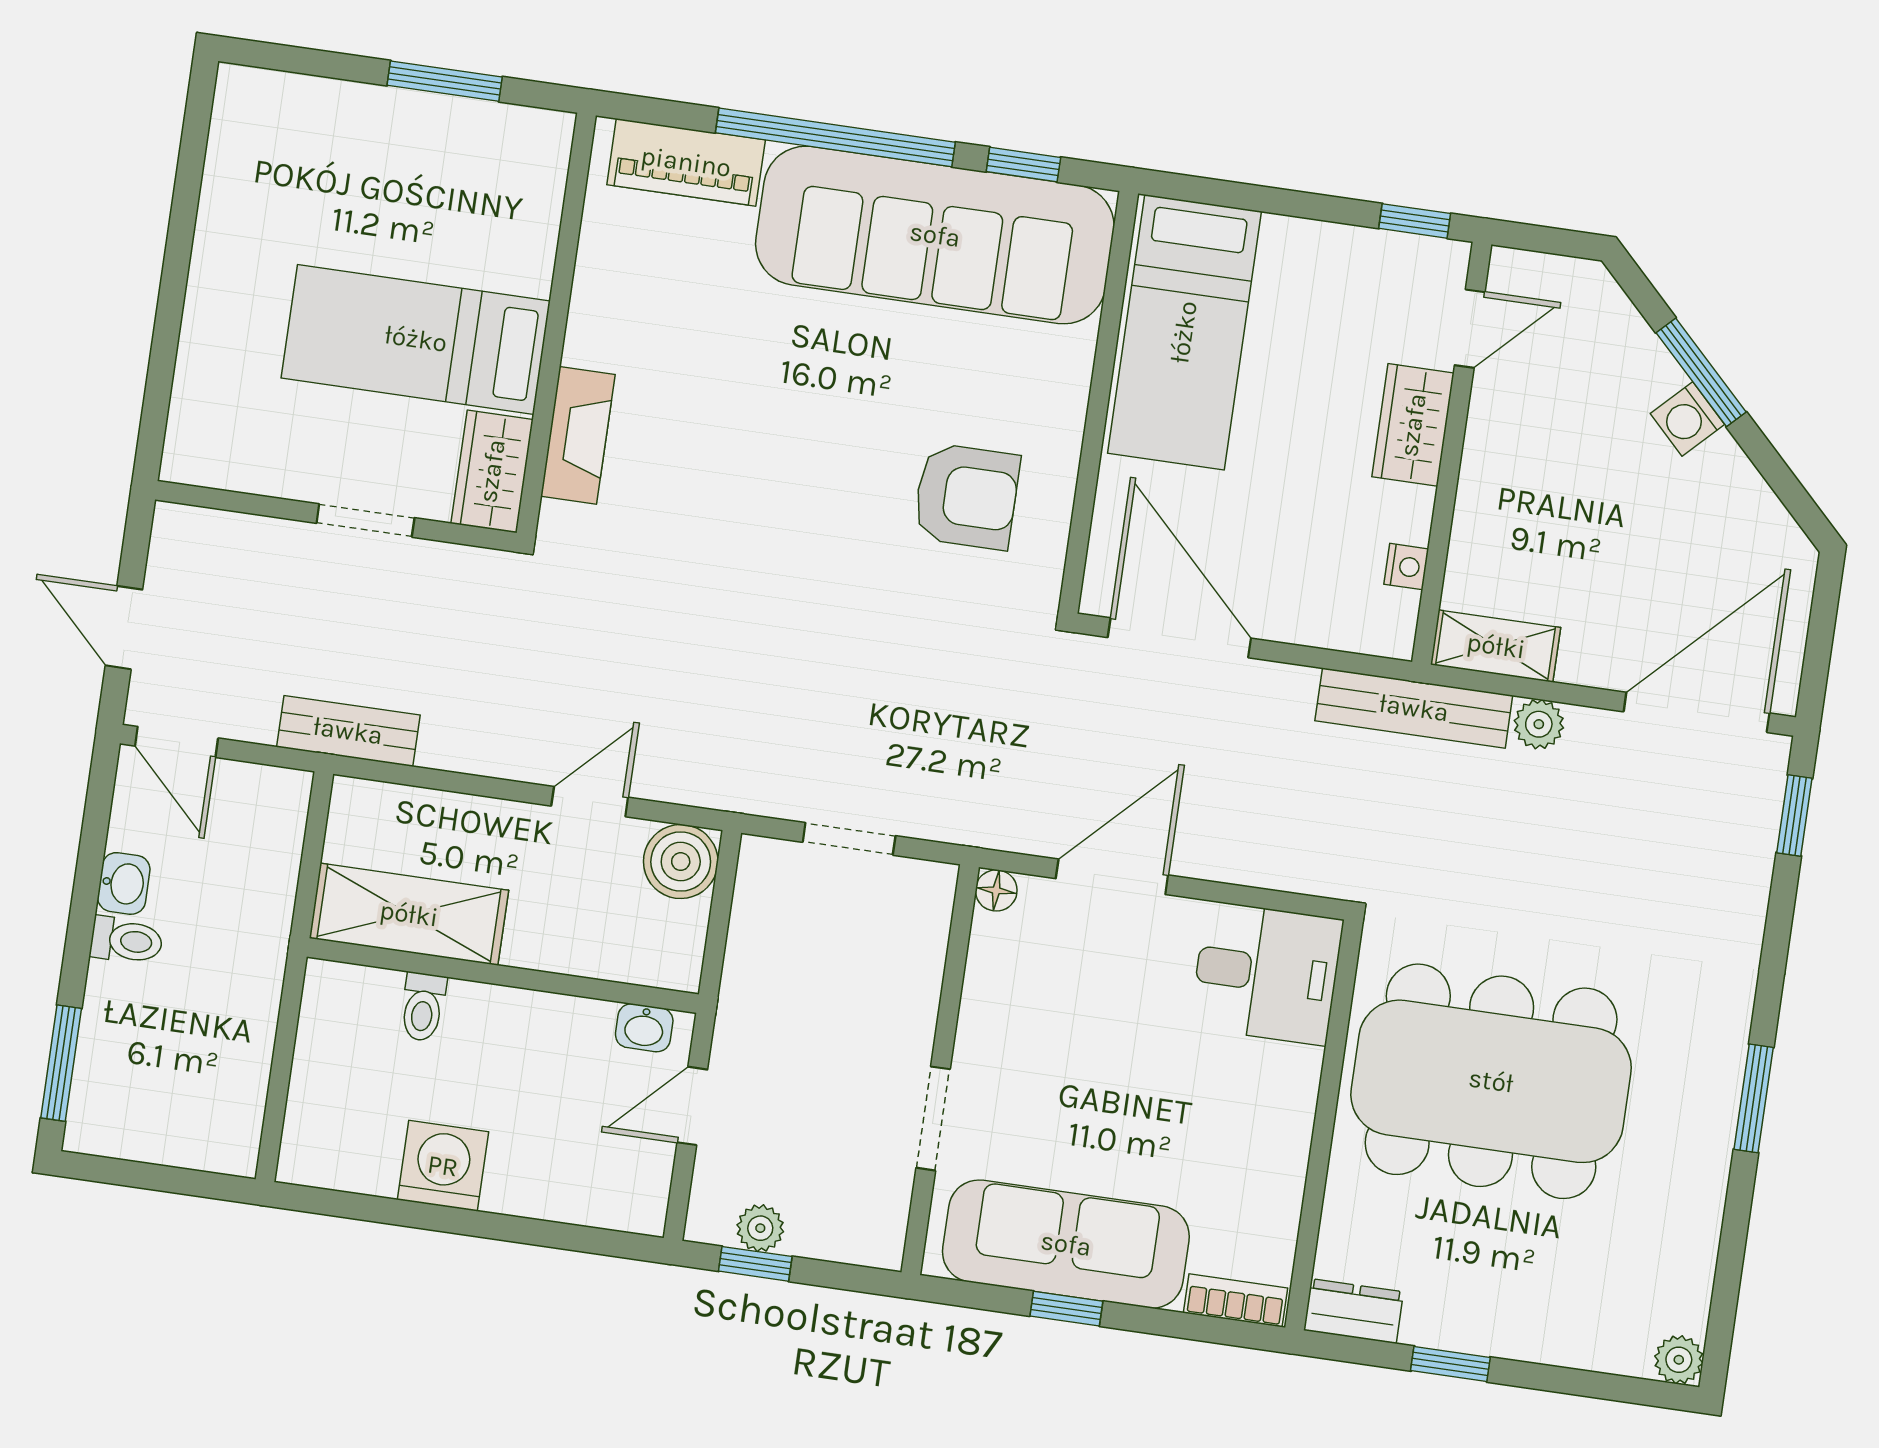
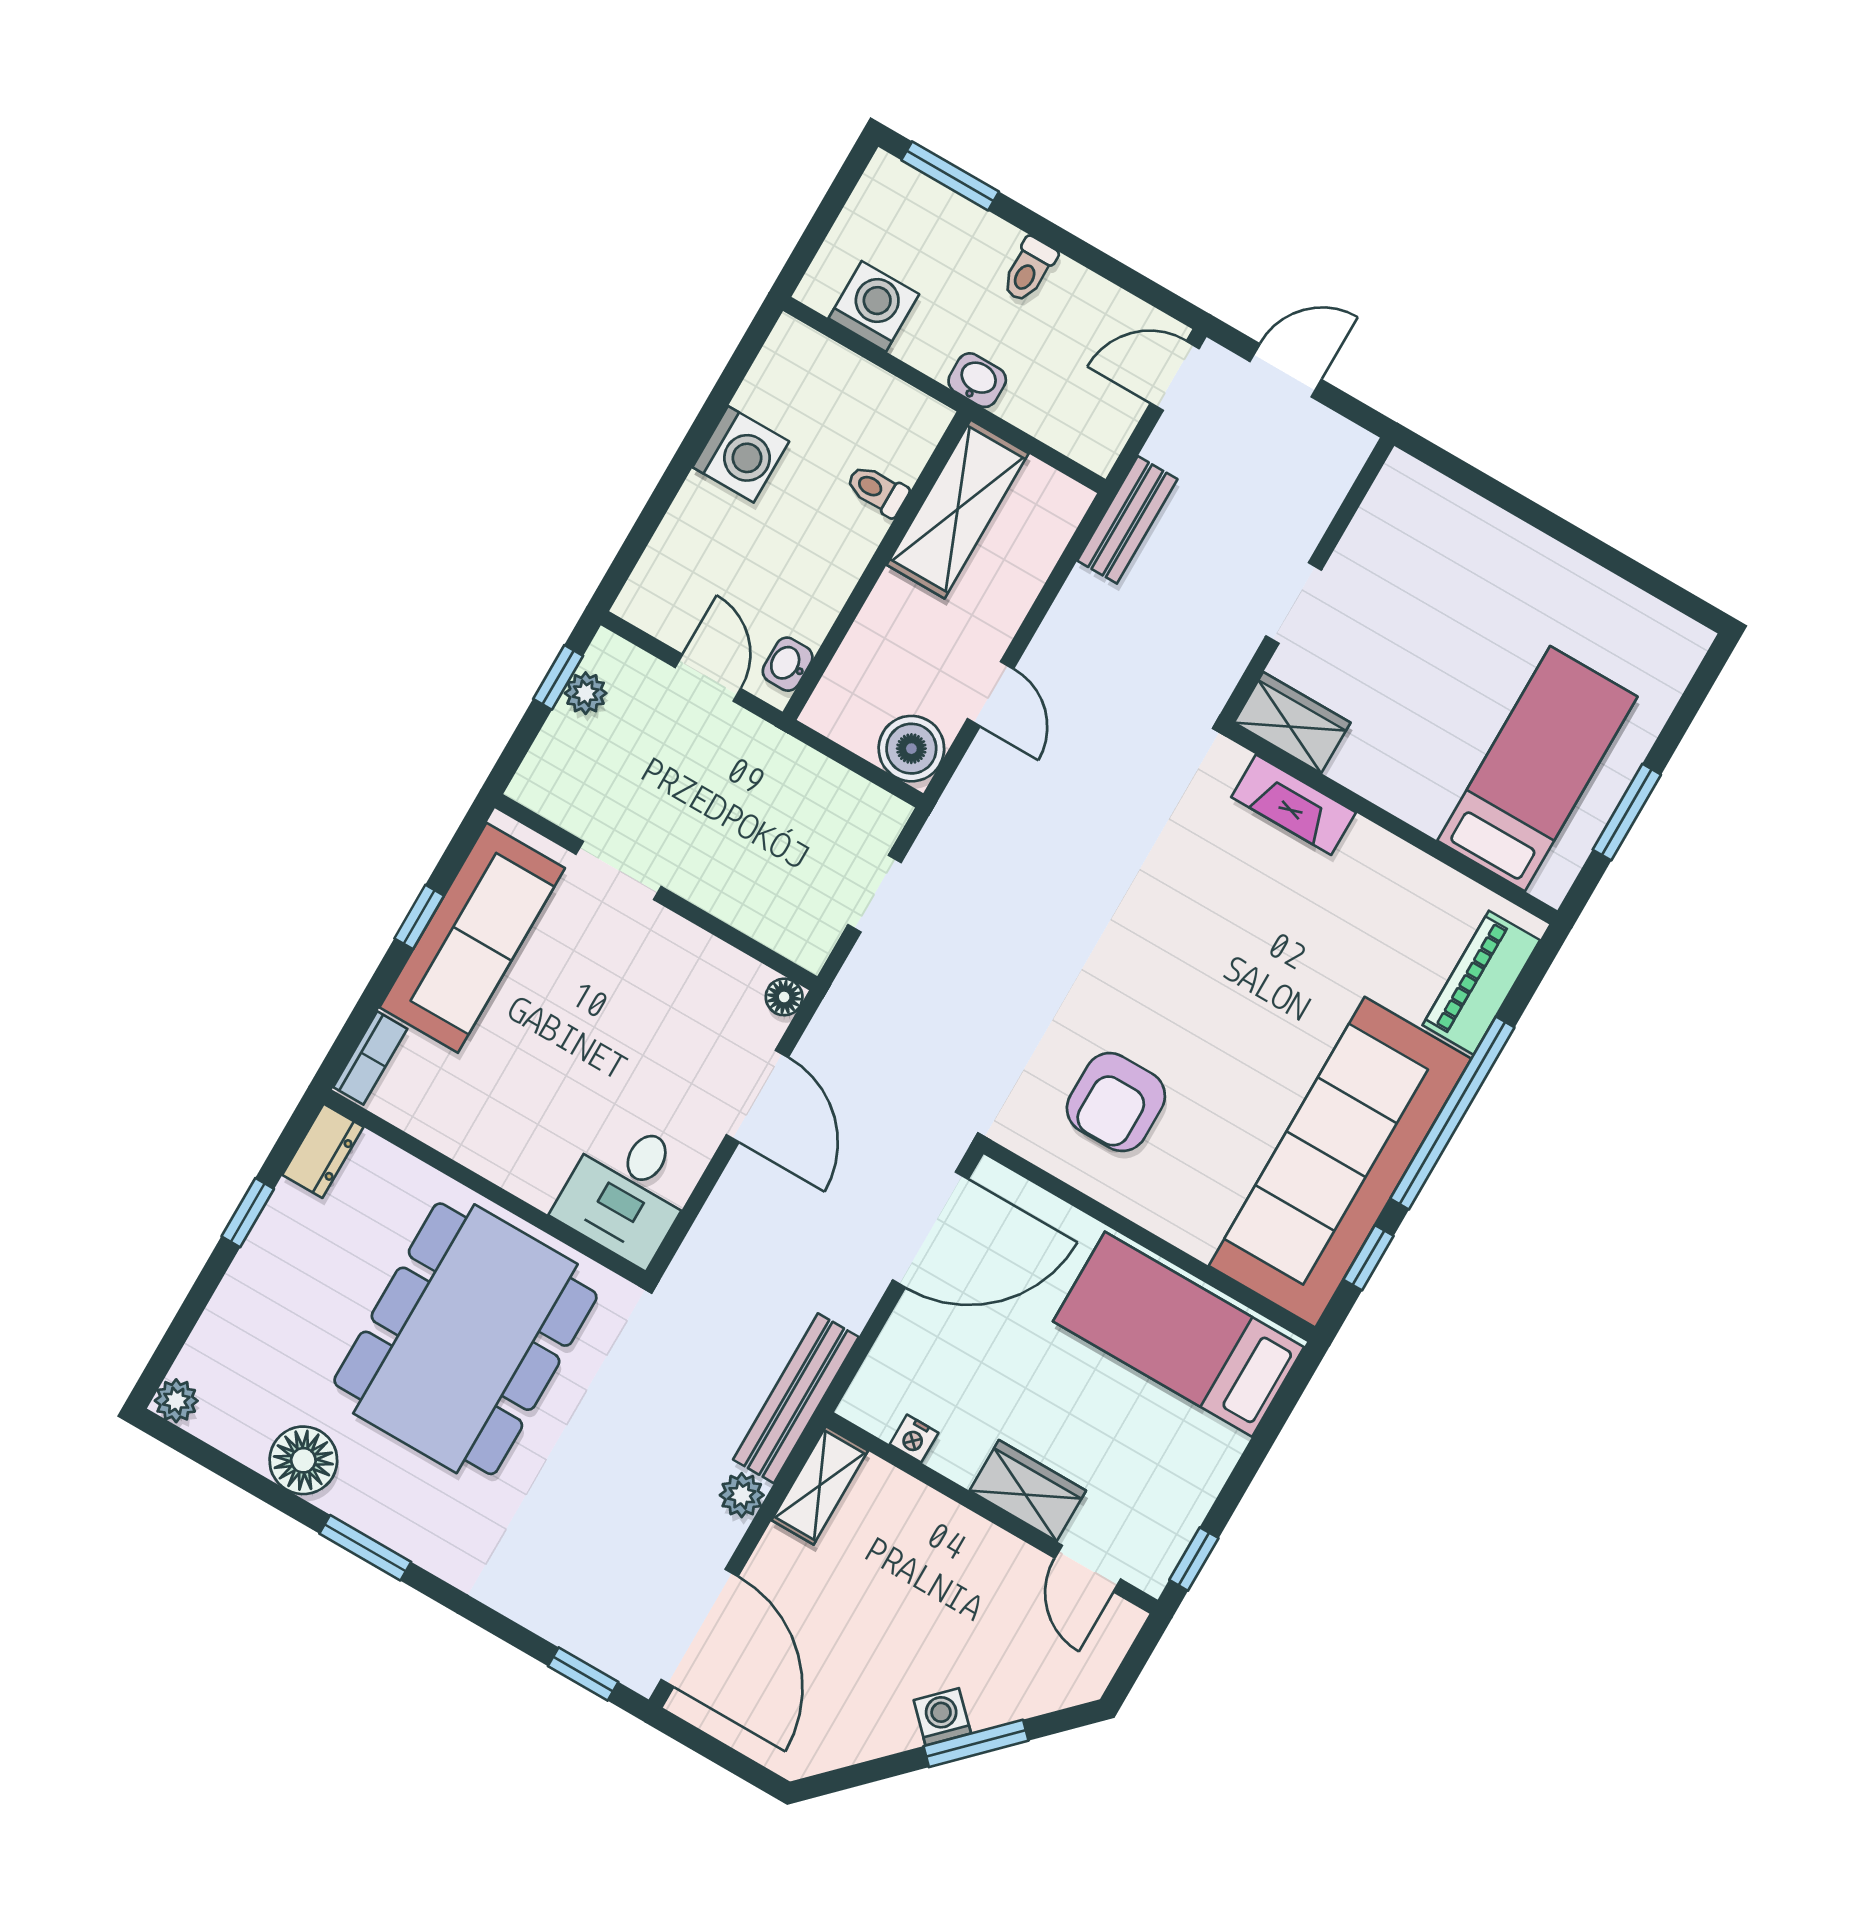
bed: (416, 339) -> (1537, 769), moved
washbasin: (124, 883) -> (977, 380), moved, turned 180
washing machine: (231, 1088) -> (874, 306), added
floor lamp: (1688, 1201) -> (303, 1460), added

